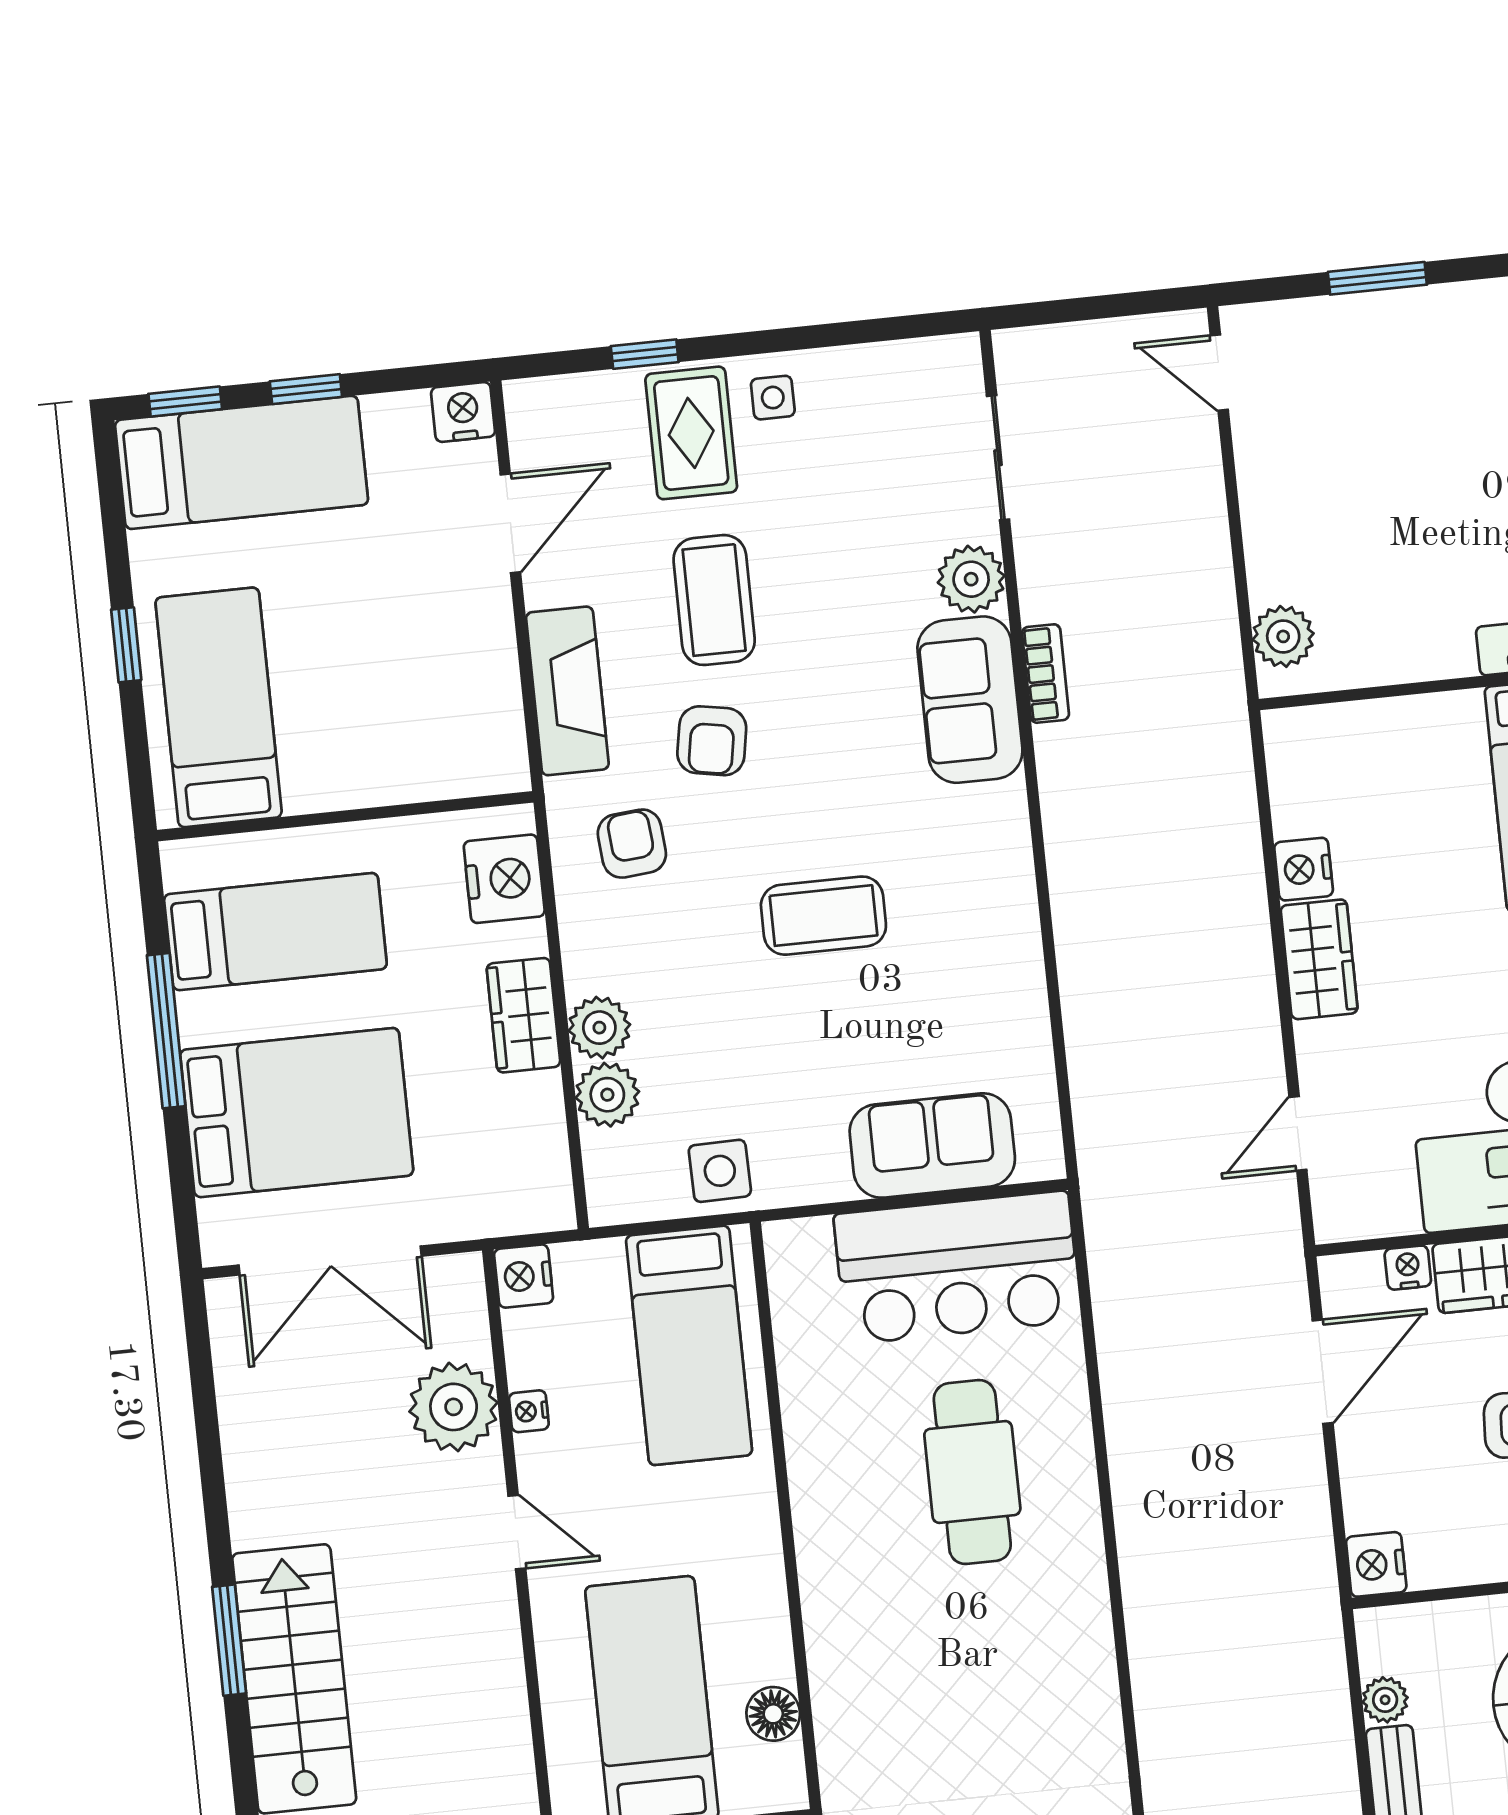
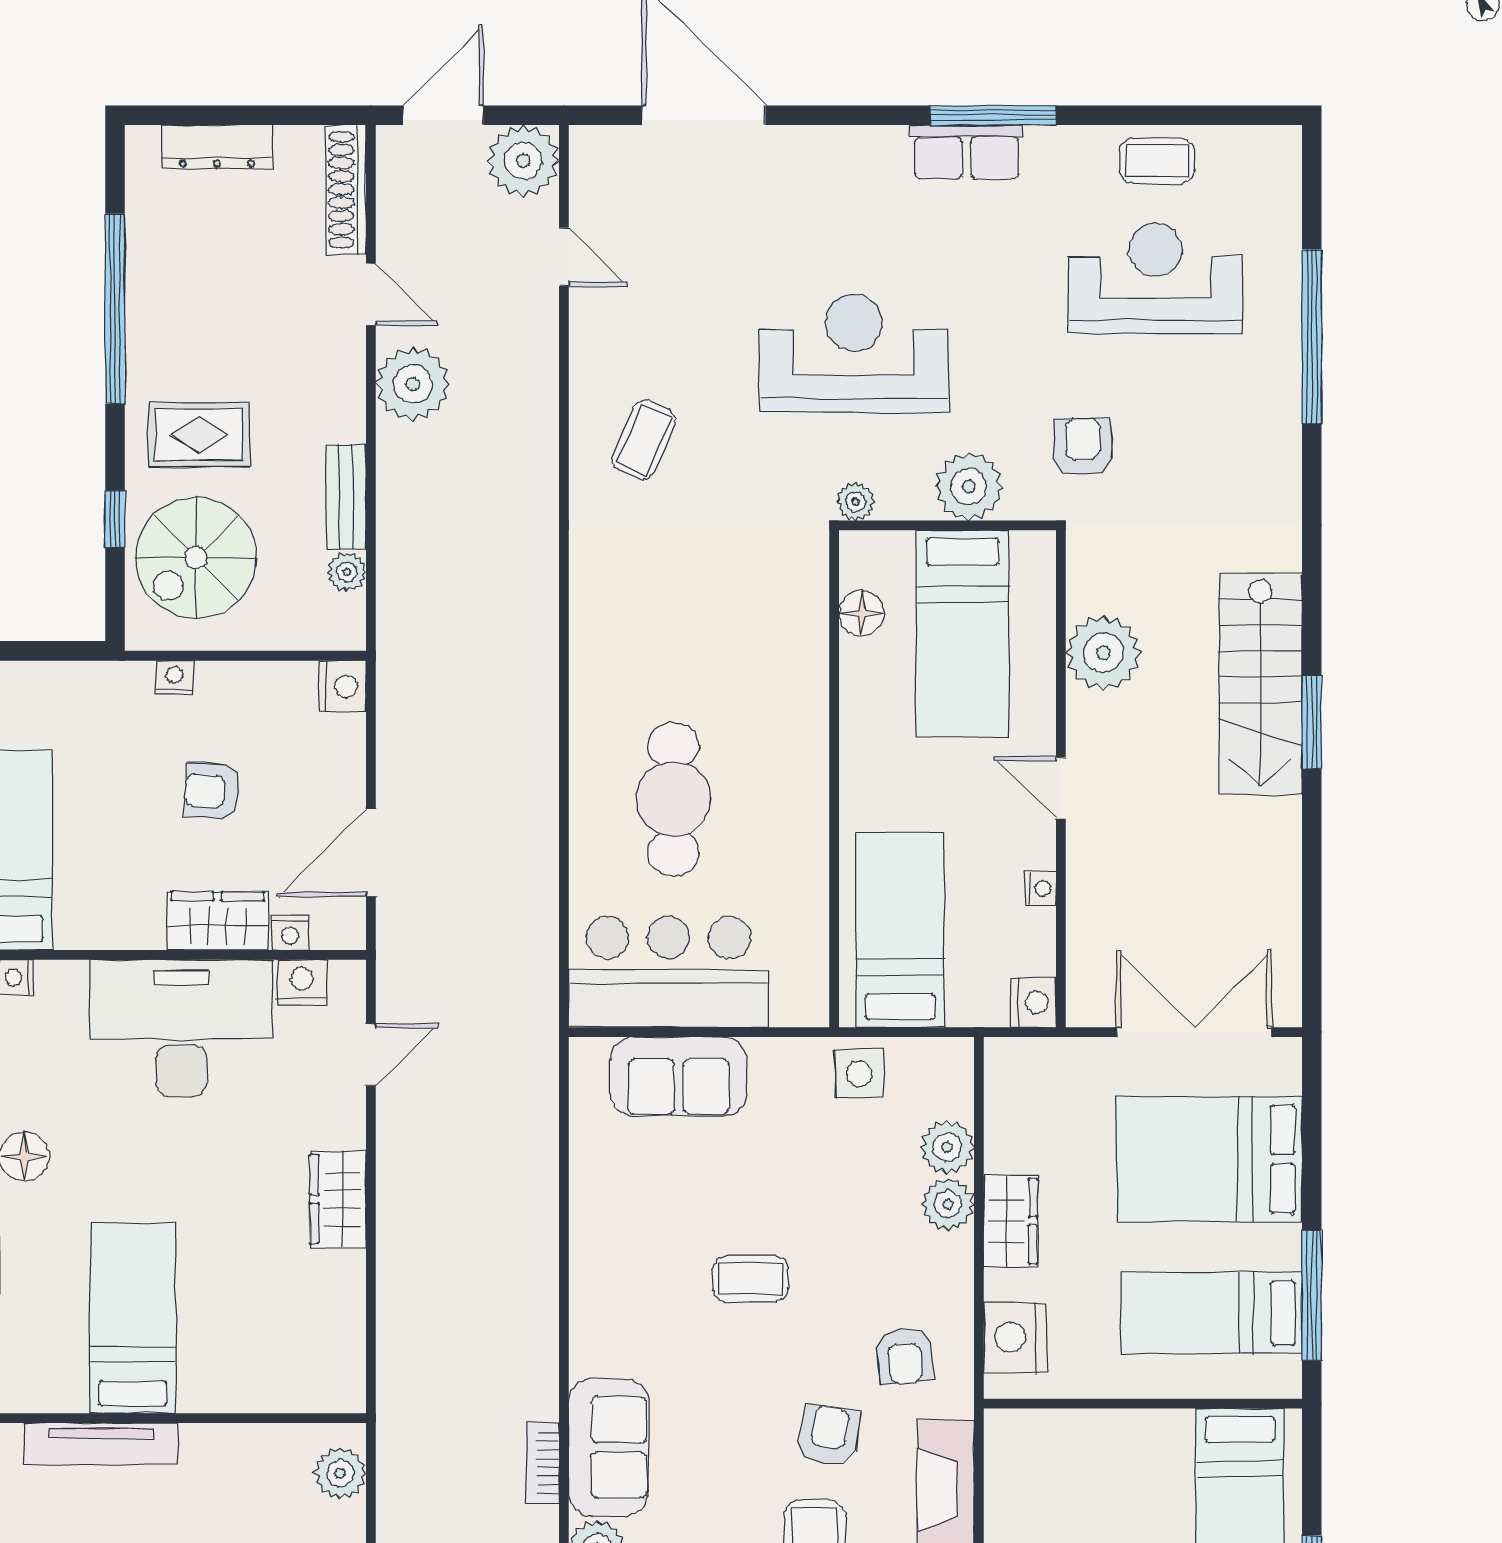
nightstand: (1304, 869) -> (302, 983), moved, turned -90
coffee table: (823, 916) -> (750, 1279), width x0.73, depth x0.77
window: (166, 1031) -> (1312, 1295), moved
plant: (454, 1407) -> (1103, 653), moved

